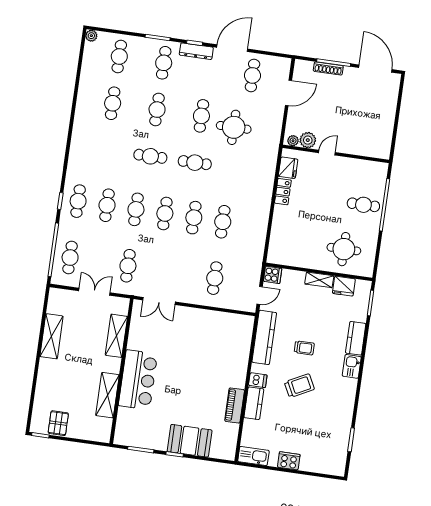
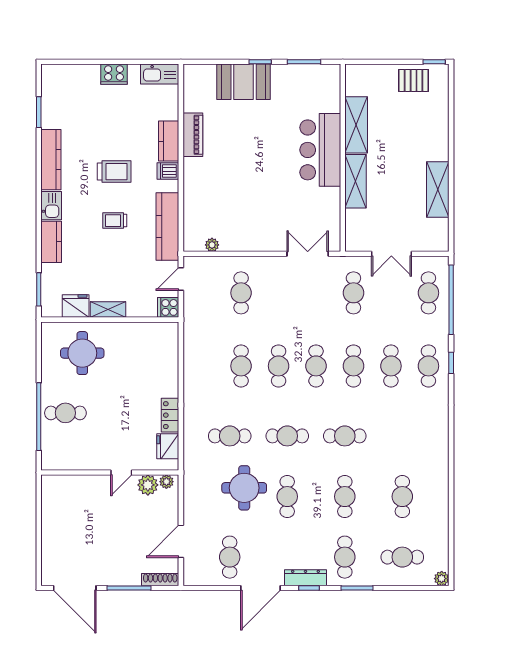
cafe table: (119, 56) -> (402, 557), turned 90
shoe rack: (328, 68) -> (160, 580), moved
cafe table: (239, 169) -> (230, 436), added
plant: (232, 318) -> (212, 245), added
shelving: (116, 336) -> (356, 181), moved
trolley: (299, 386) -> (114, 172), turned -153
kitchen counter: (347, 402) -> (51, 160), added
pallet: (58, 423) -> (414, 80), turned 90

